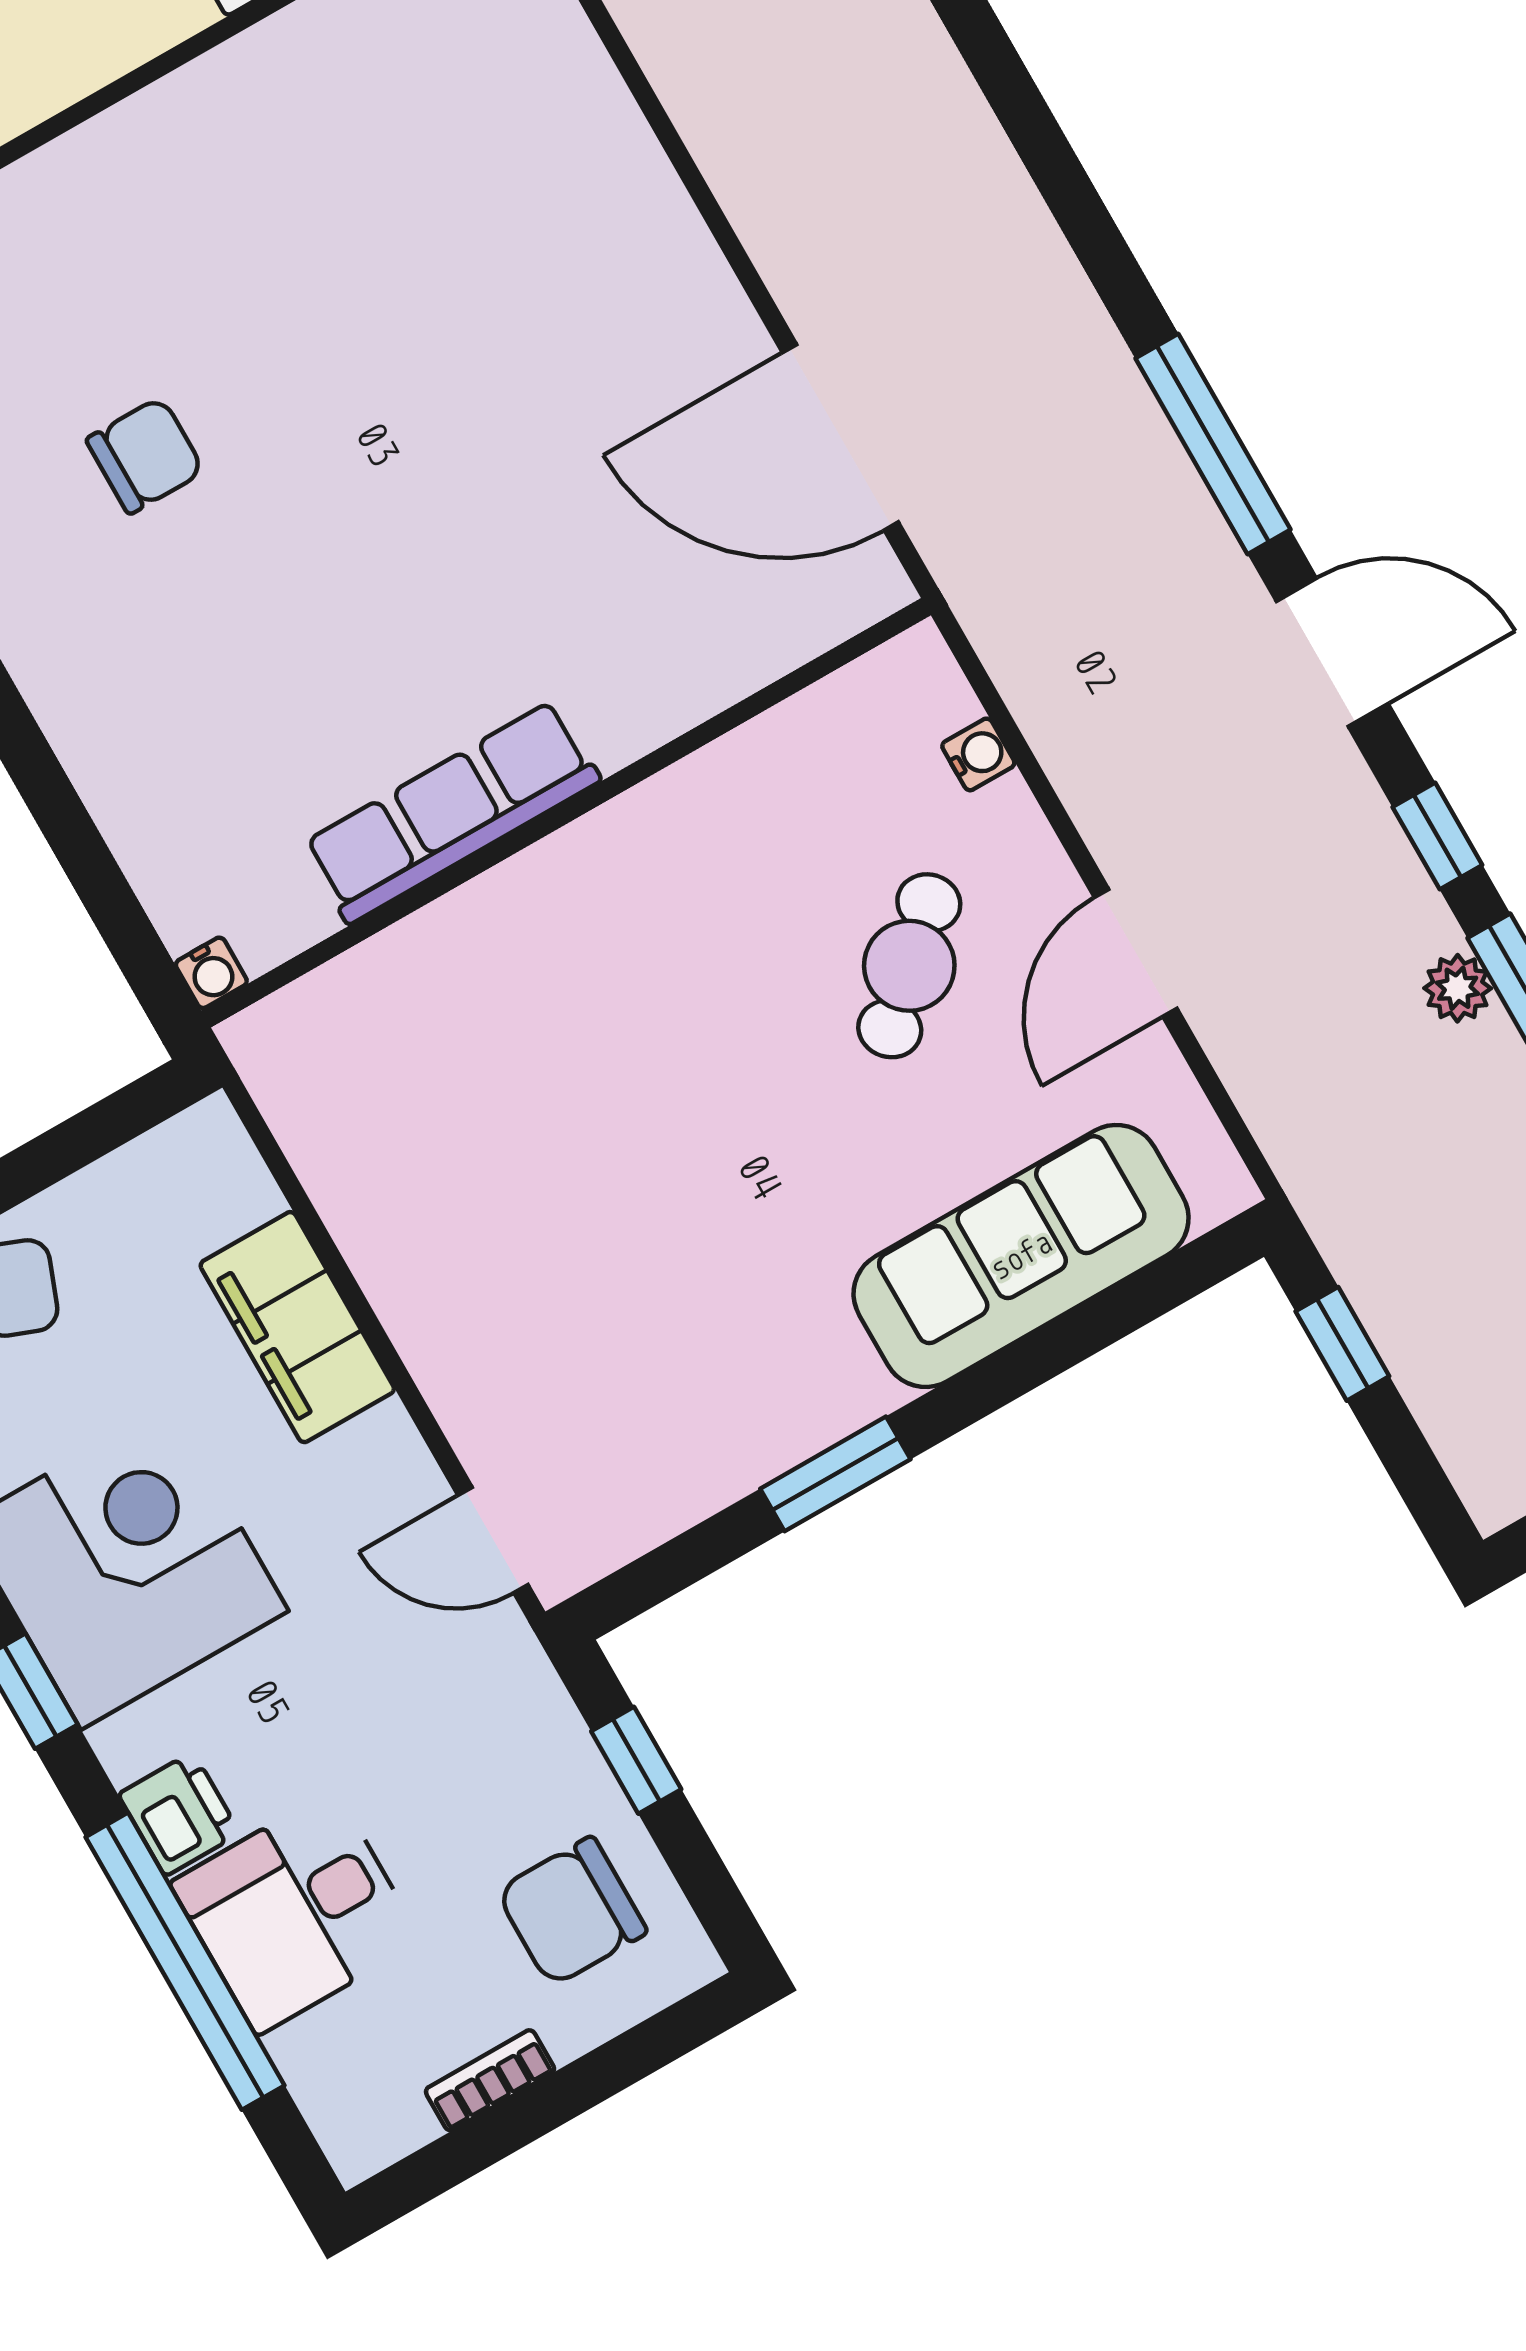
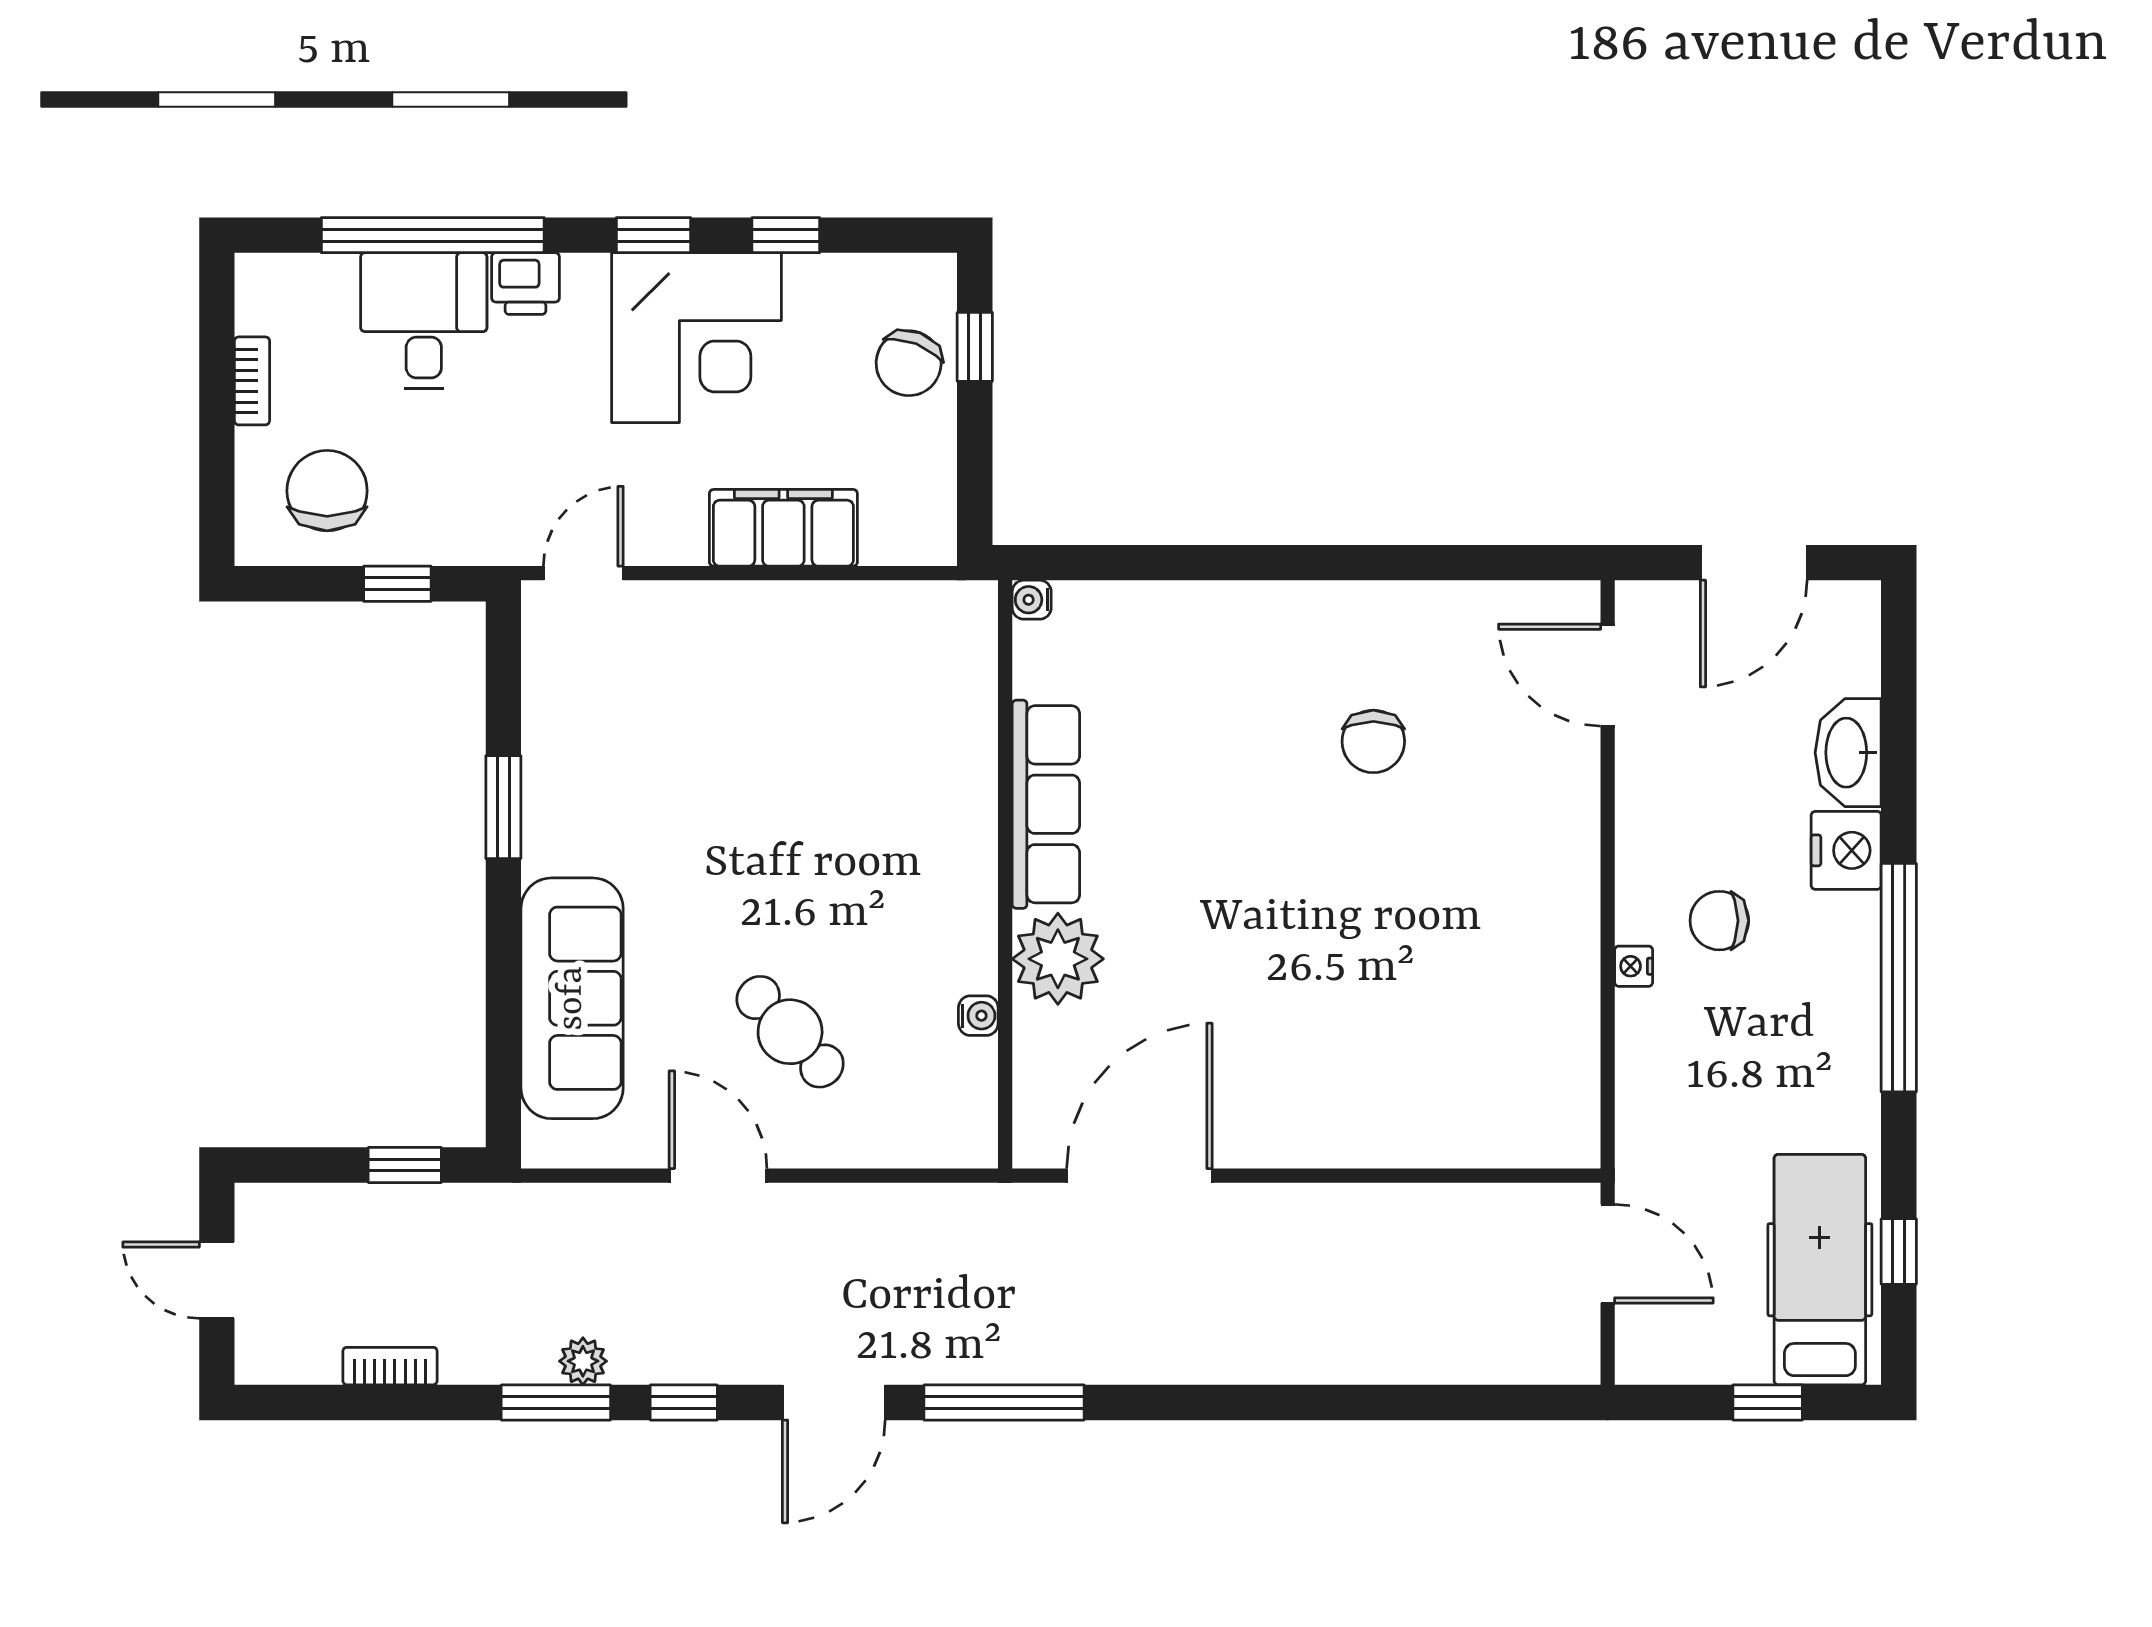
plant: (632, 689) -> (1058, 959), added
water cooler: (978, 754) -> (978, 1016), moved, turned -90

